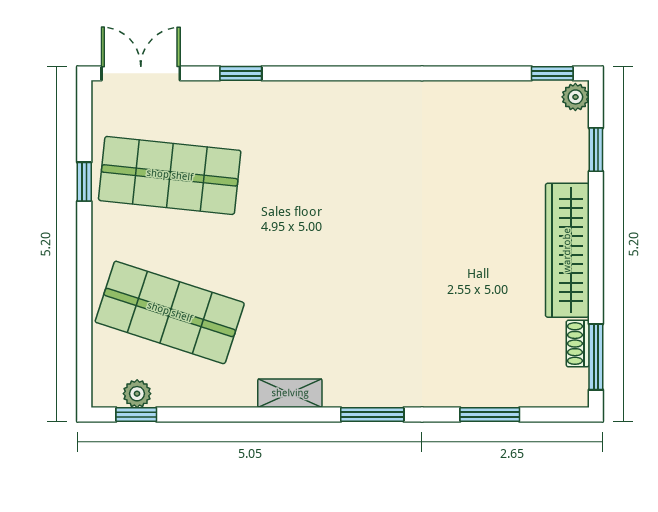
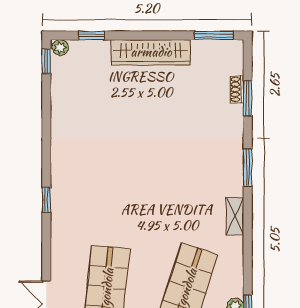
window: (241, 73) -> (46, 200), moved
shoe rack: (578, 344) -> (237, 89), moved, turned 90

